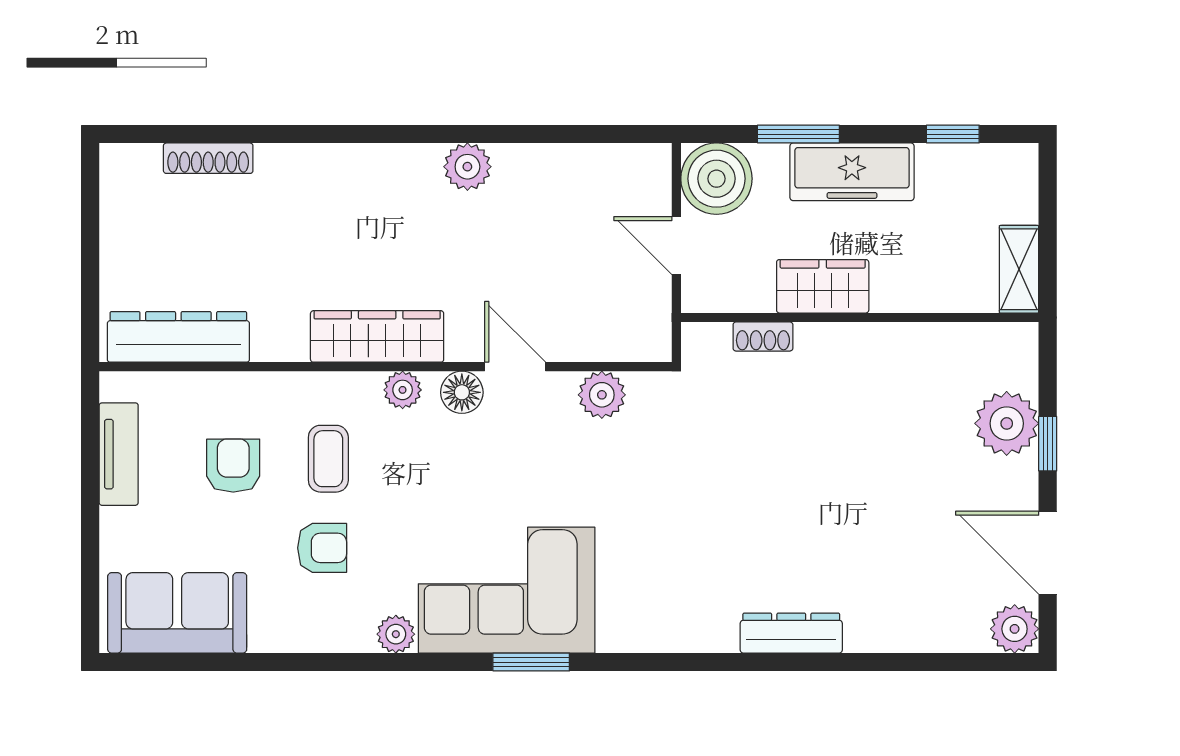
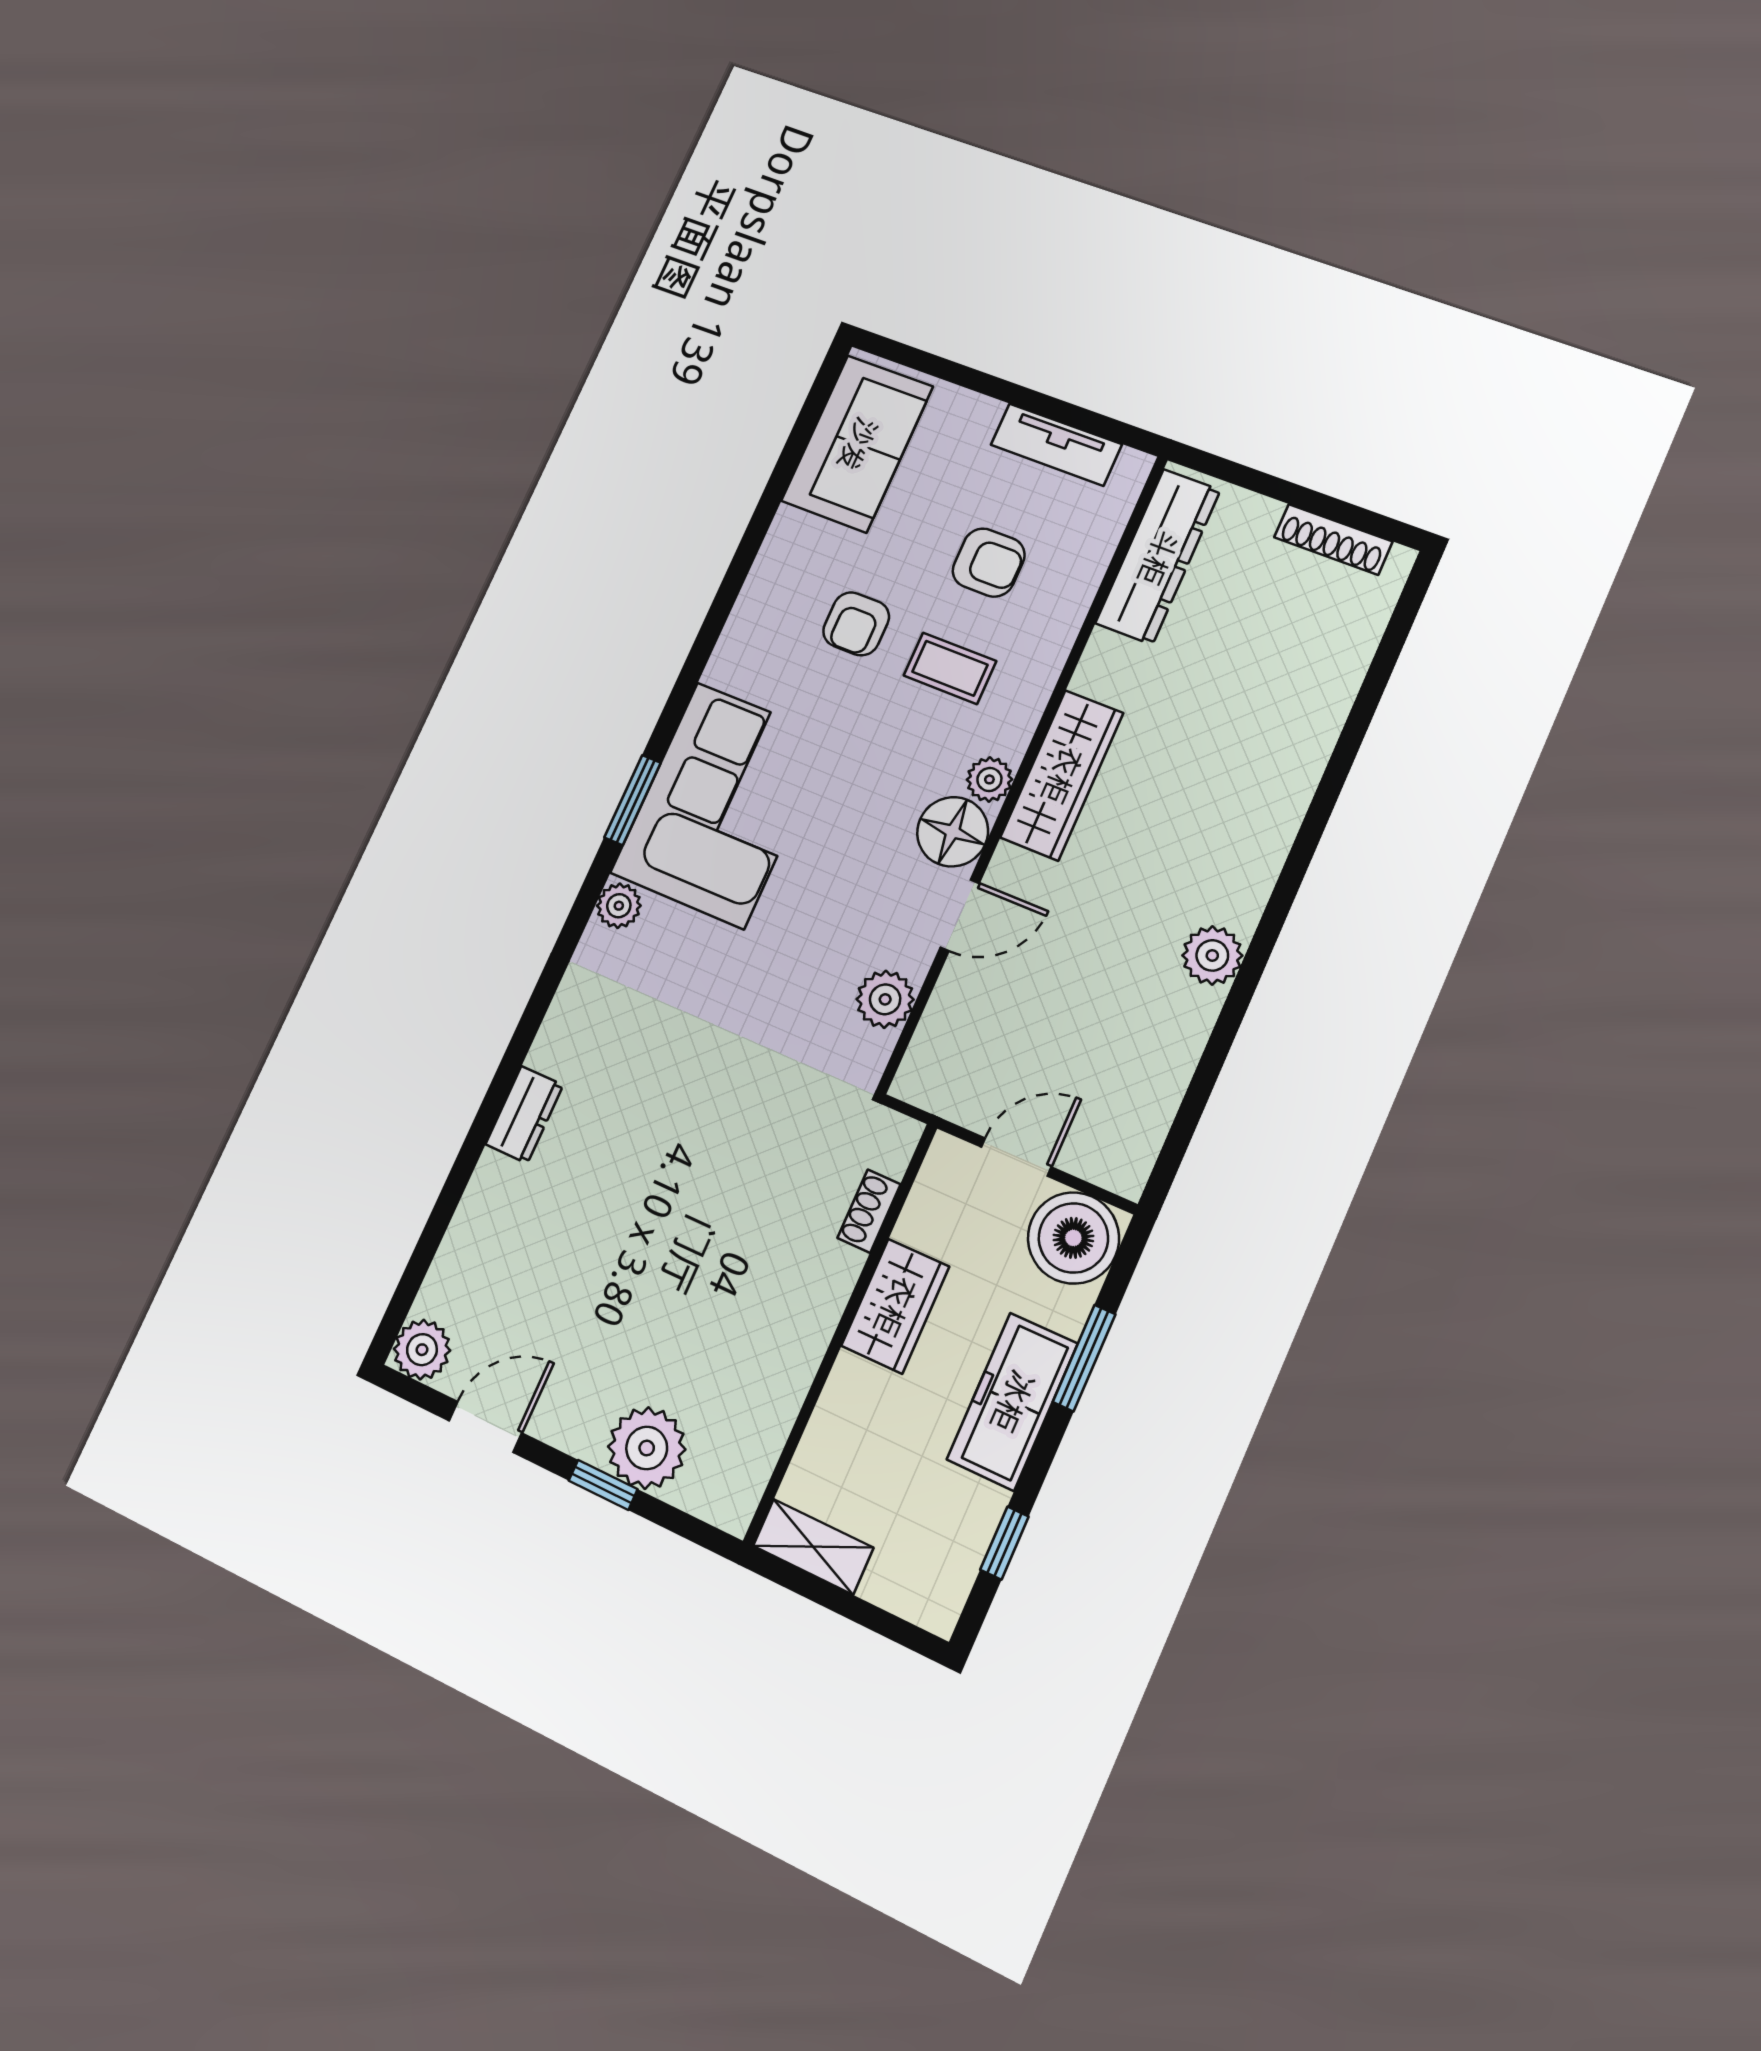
shoe rack: (208, 158) -> (1333, 539), moved, turned -90
floor lamp: (462, 392) -> (953, 832), width x1.38, depth x1.38
door: (1048, 553) -> (485, 1427), width x0.73
dresser: (791, 633) -> (524, 1115), width x0.70
plant: (396, 634) -> (619, 906), moved

